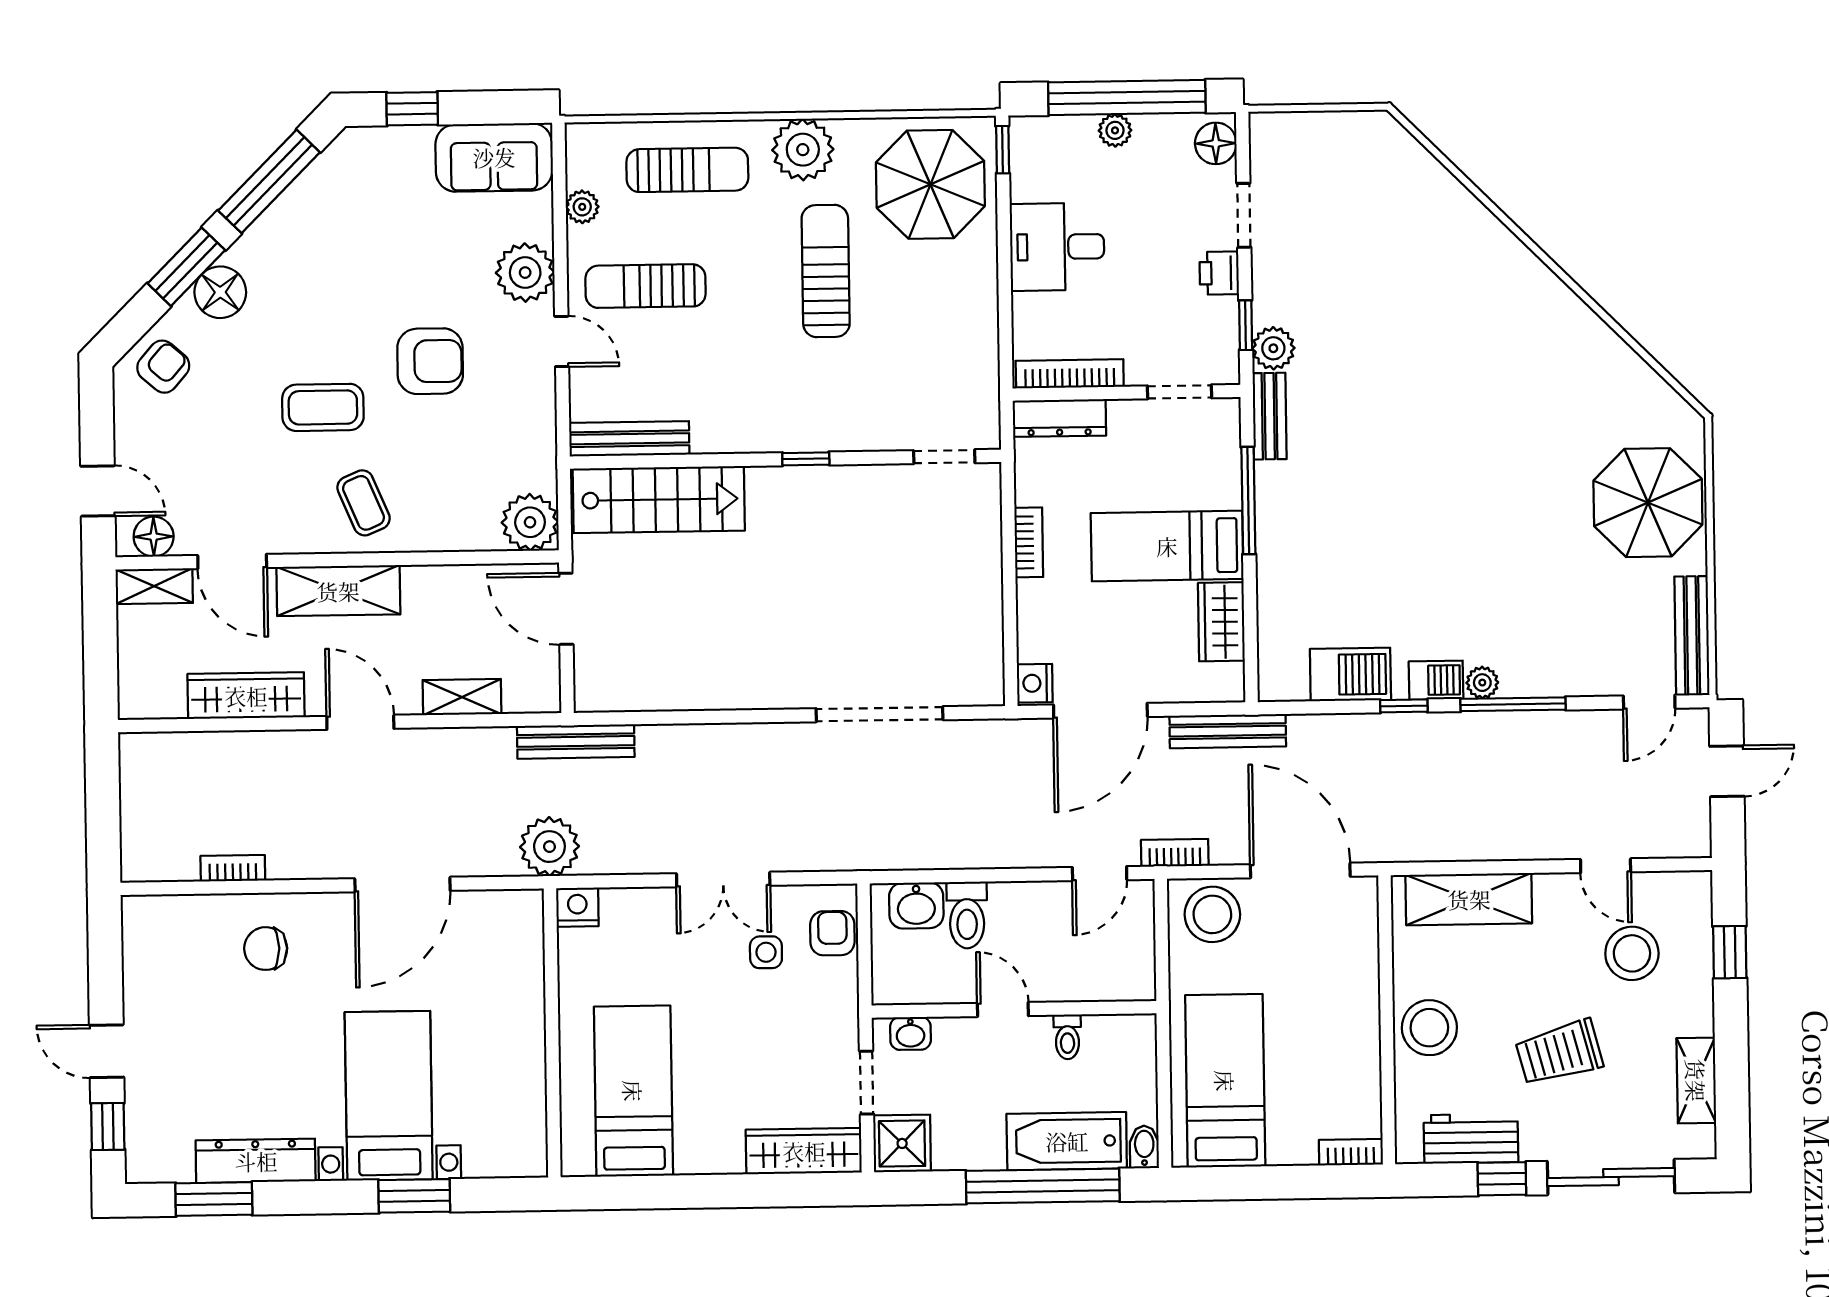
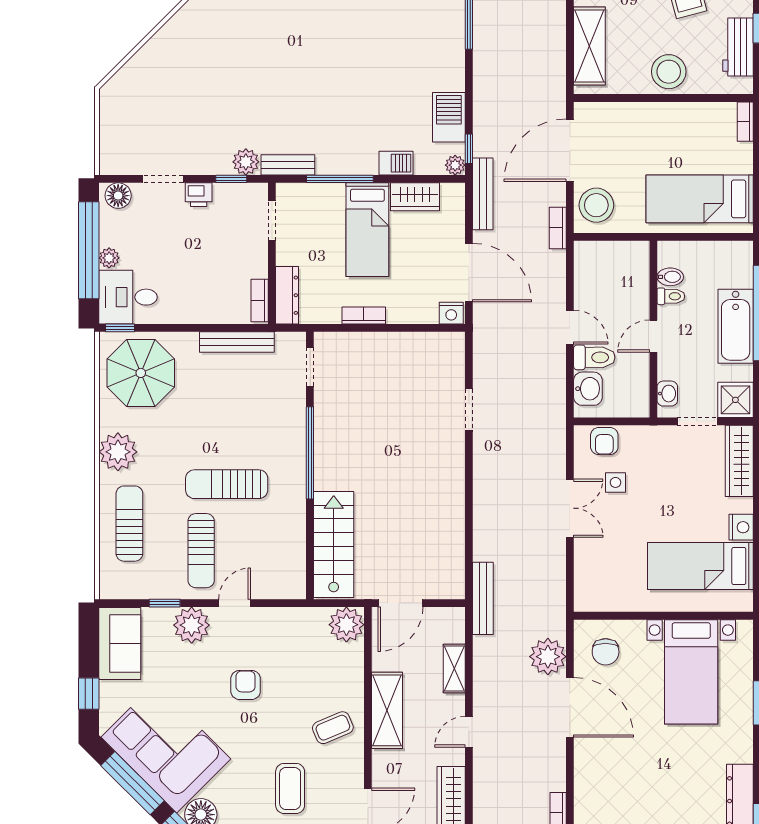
plant: (582, 207) -> (151, 589), removed
window: (560, 229) -> (165, 603), added
corner sofa: (326, 234) -> (166, 748), added
desk: (1057, 247) -> (128, 297), moved, turned 90
sun lounger: (826, 271) -> (227, 484), moved
armchair: (430, 361) -> (246, 685), width x0.72, depth x0.72
bookcase: (1070, 374) -> (260, 300), width x0.64
coffee table: (323, 407) -> (290, 788), moved
bench: (629, 439) -> (237, 342), moved, turned 90
window: (806, 459) -> (310, 453), width x3.17
shelving: (338, 591) -> (387, 710), moved
barbecue: (1436, 680) -> (396, 163), moved, turned 90
plant: (1482, 683) -> (455, 165), moved
window: (1404, 706) -> (469, 149), moved
doorway: (880, 714) -> (469, 410), width x0.53
door: (360, 722) -> (469, 732), width x0.73
plant: (549, 847) -> (548, 657), moved
door: (1100, 874) -> (570, 327), moved
nightstand: (577, 907) -> (741, 527), moved, turned 180
armchair: (832, 933) -> (604, 441), turned -90
chair: (266, 949) -> (606, 652), moved
bed with nightstands: (389, 1096) -> (691, 672), moved, turned -90
bathtub: (1067, 1141) -> (736, 326), moved
bidet: (1144, 1147) -> (670, 277), moved, turned 180

